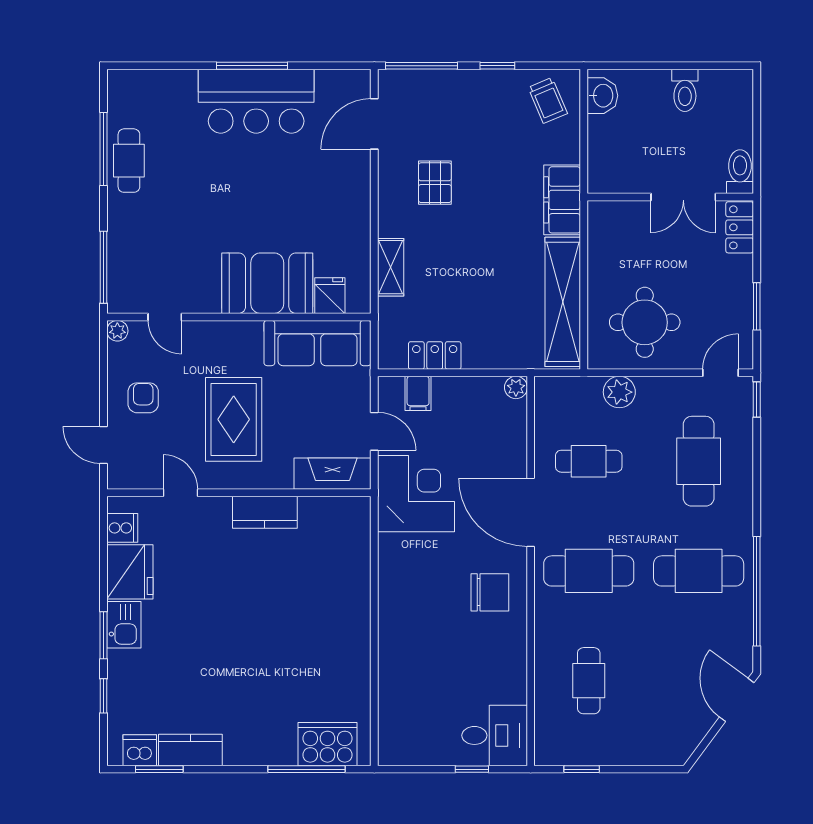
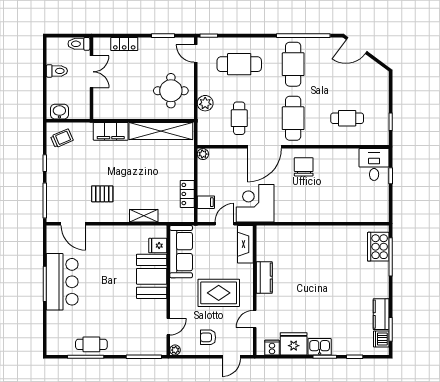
toilet: (740, 172) -> (79, 44), moved
wall: (670, 197) -> (91, 78), moved
double door: (683, 197) -> (91, 72), moved

